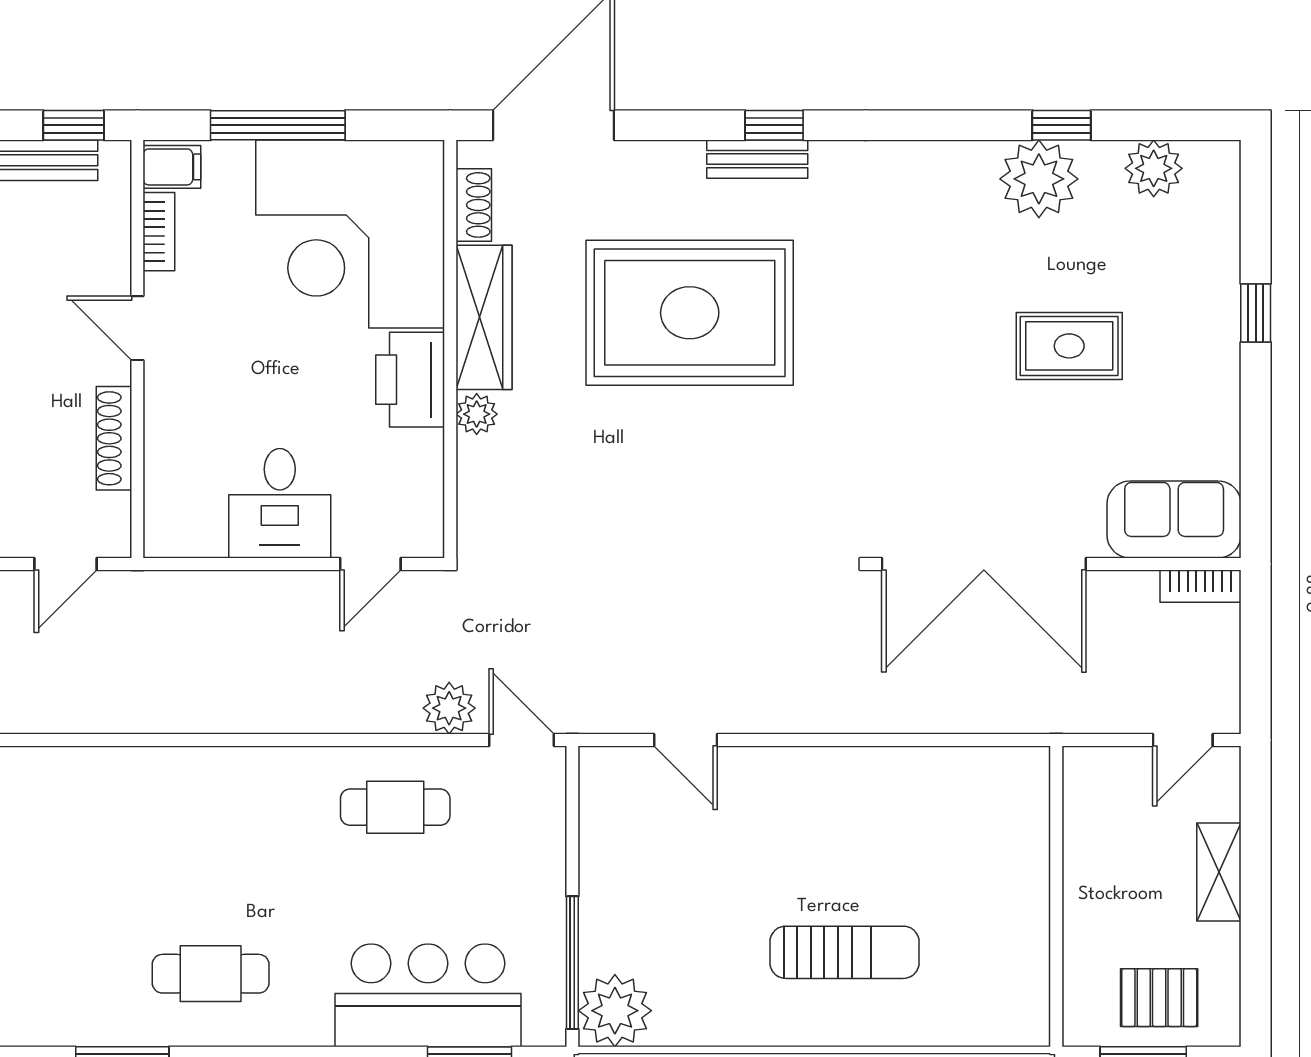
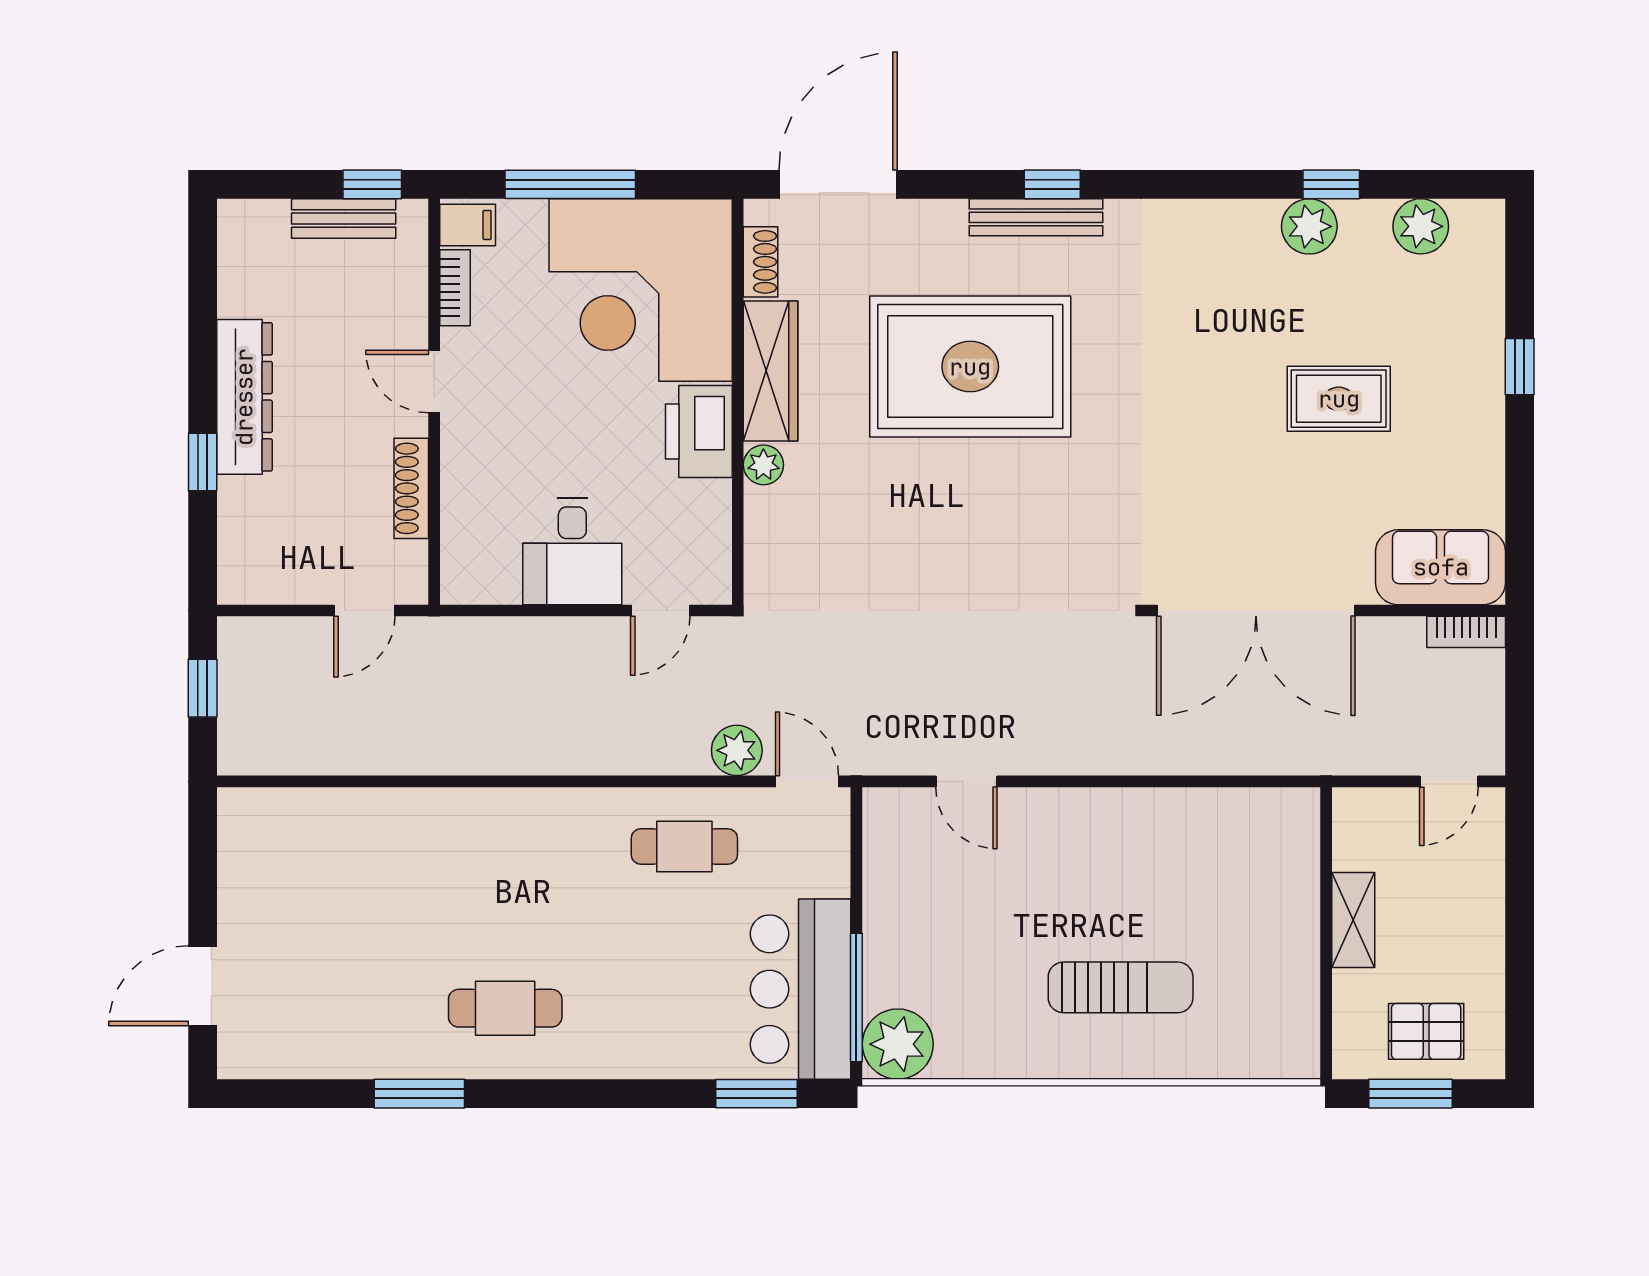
bench: (757, 159) -> (1036, 217), width x1.36
plant: (1039, 179) -> (1309, 226), width x0.73, depth x0.73
shelving: (1219, 872) -> (1353, 920), moved
bar counter: (428, 995) -> (801, 989), moved, turned -90

